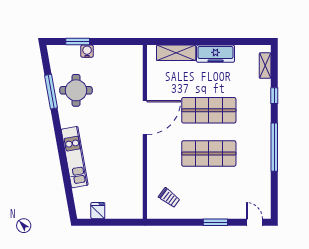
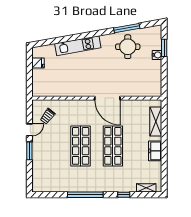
freezer: (216, 54) -> (155, 151), width x0.71
door: (254, 222) -> (29, 130), moved

